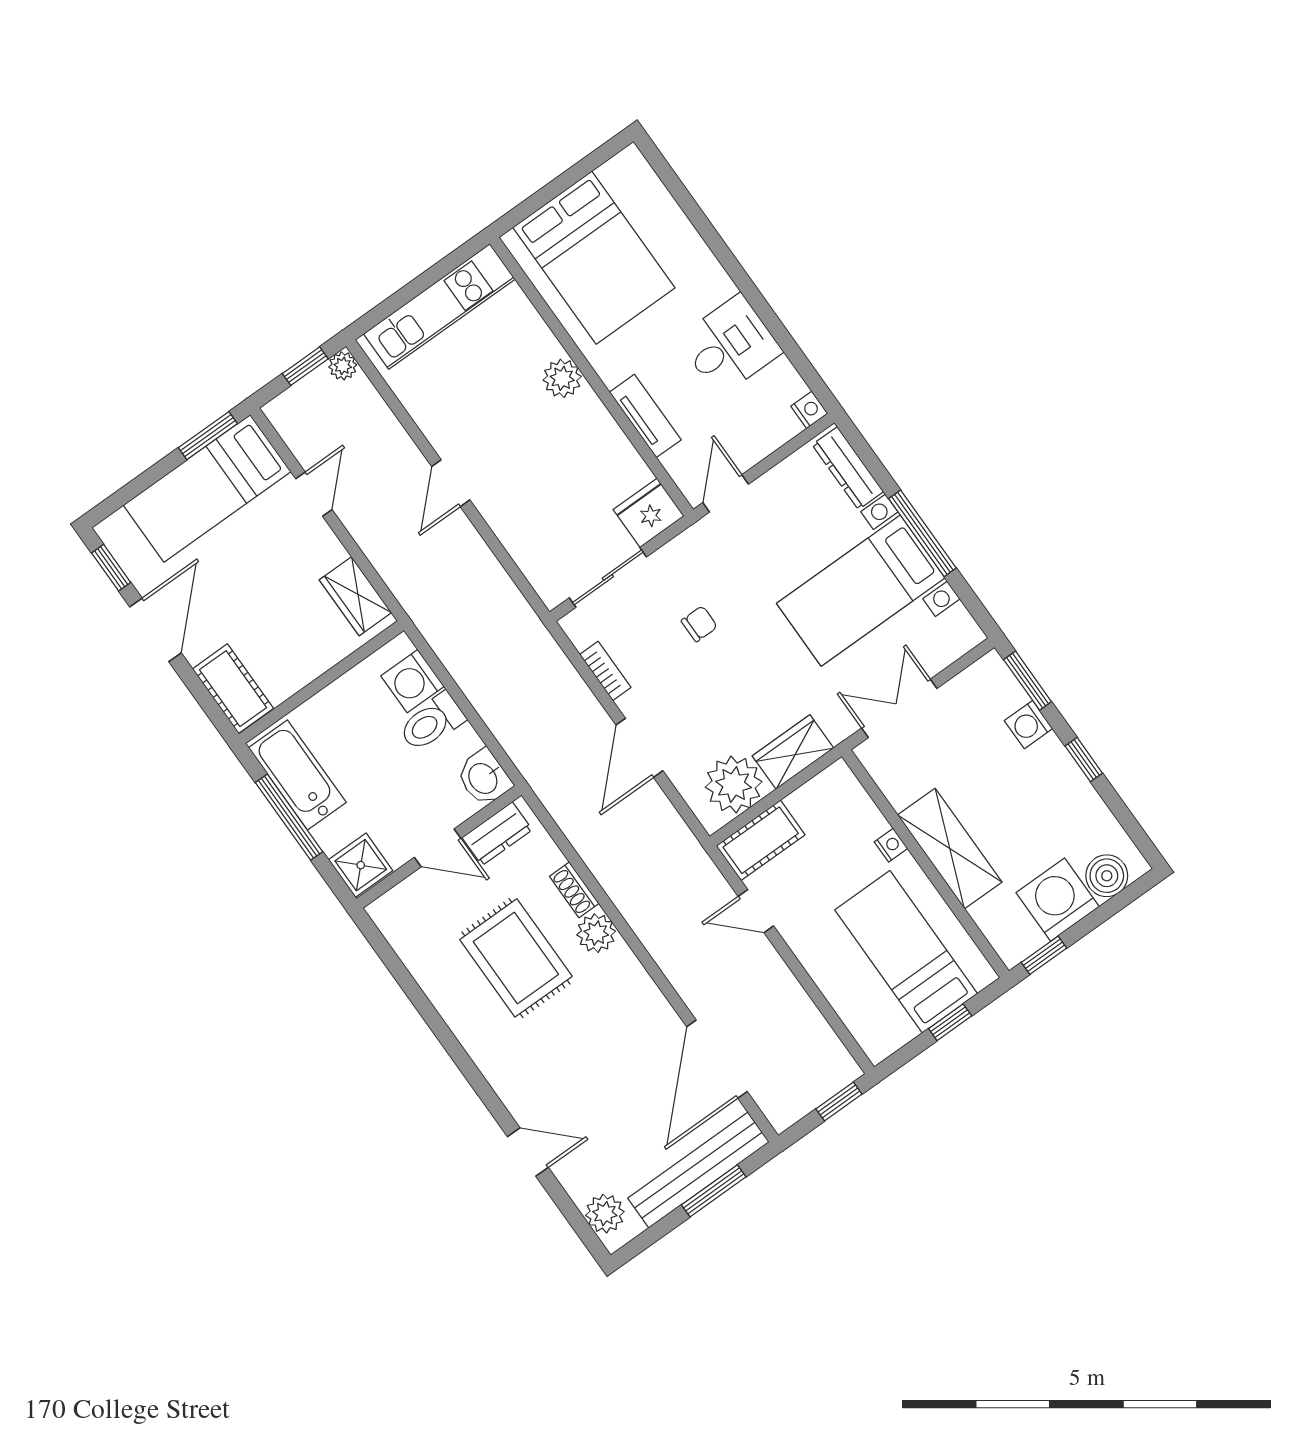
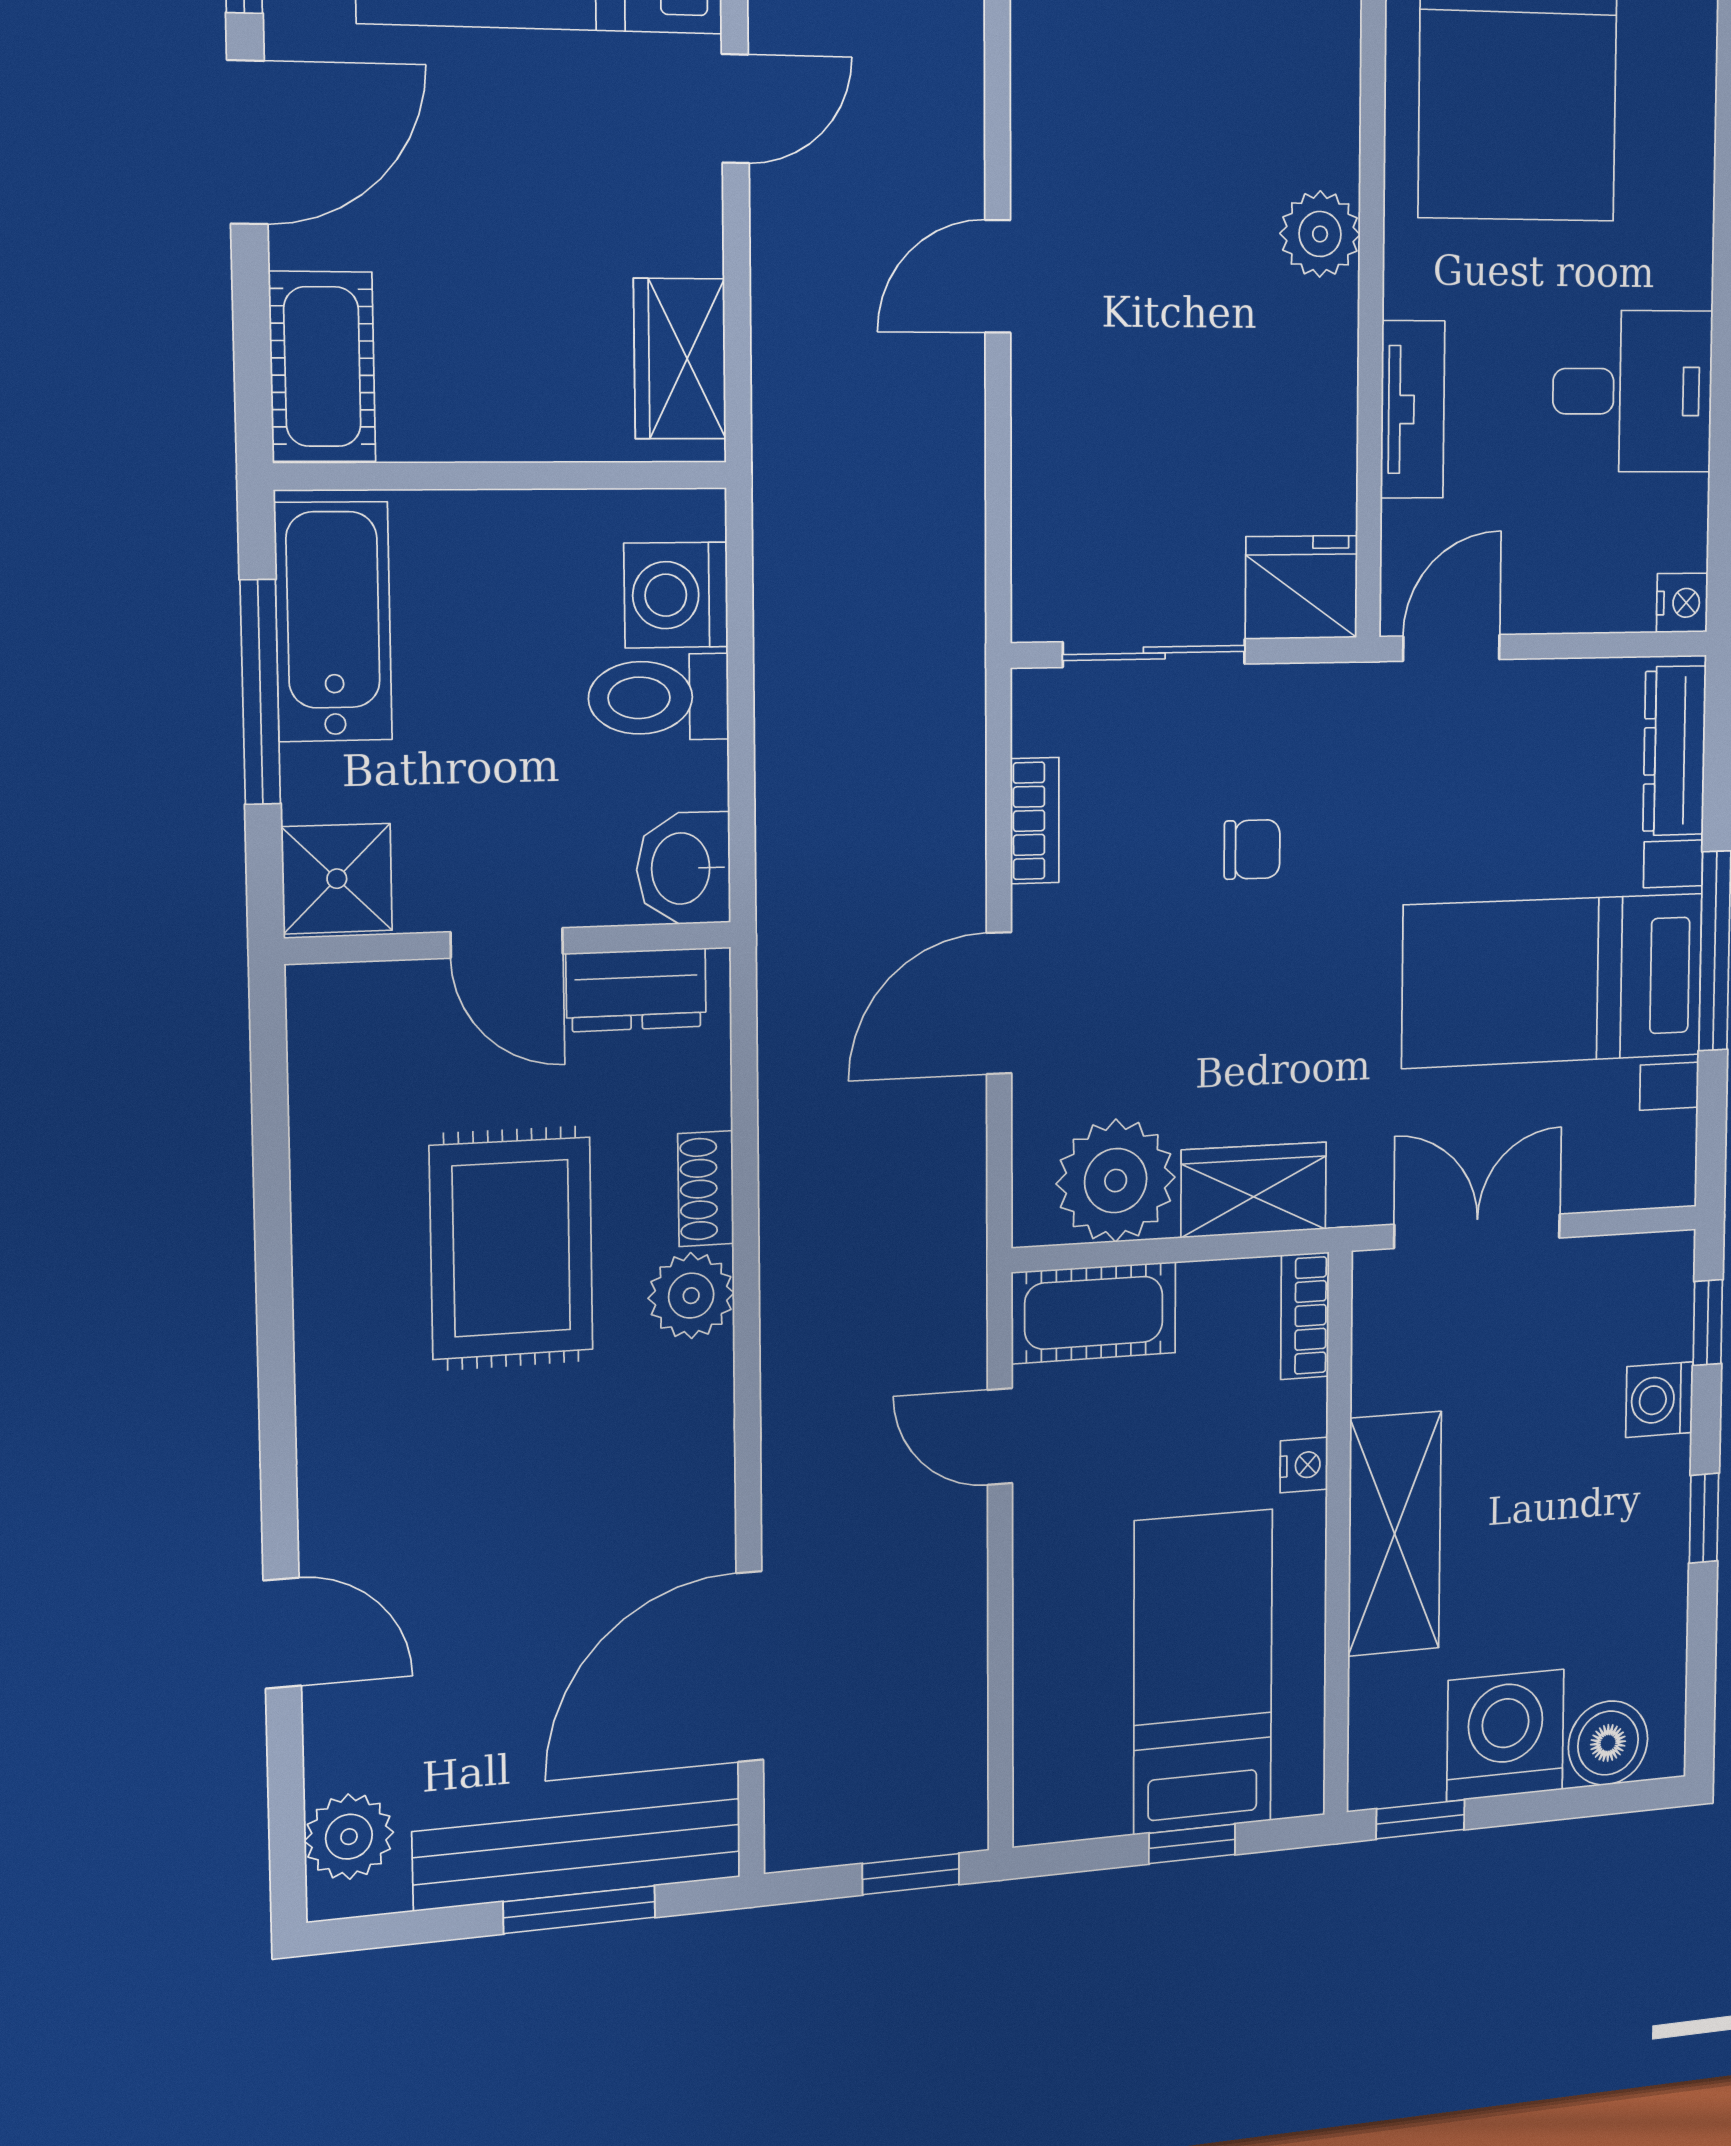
window: (1028, 681) -> (1708, 1323), width x0.67
bookcase: (849, 787) -> (1305, 1316), added

